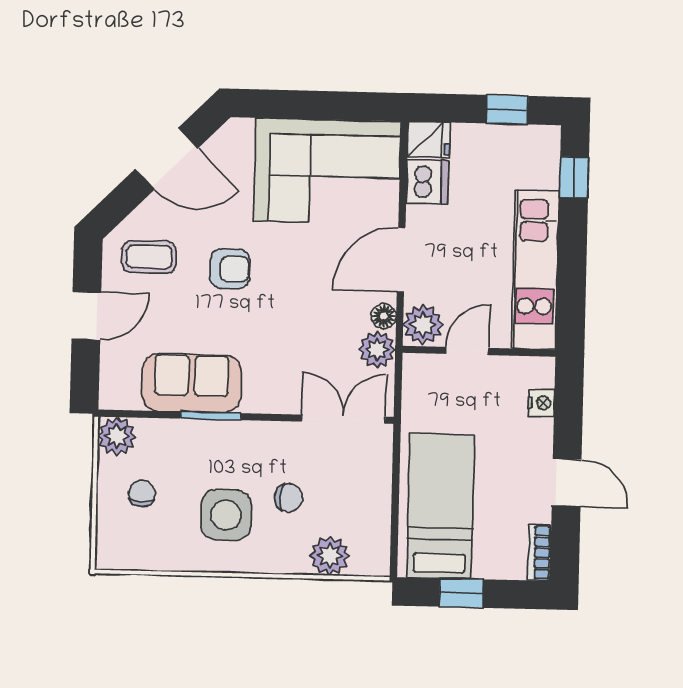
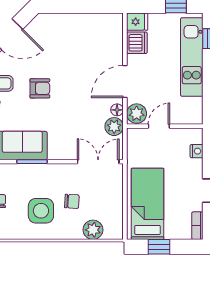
corner sofa: (327, 171) -> (87, 39), removed
kitchen unit: (535, 270) -> (192, 57), moved

